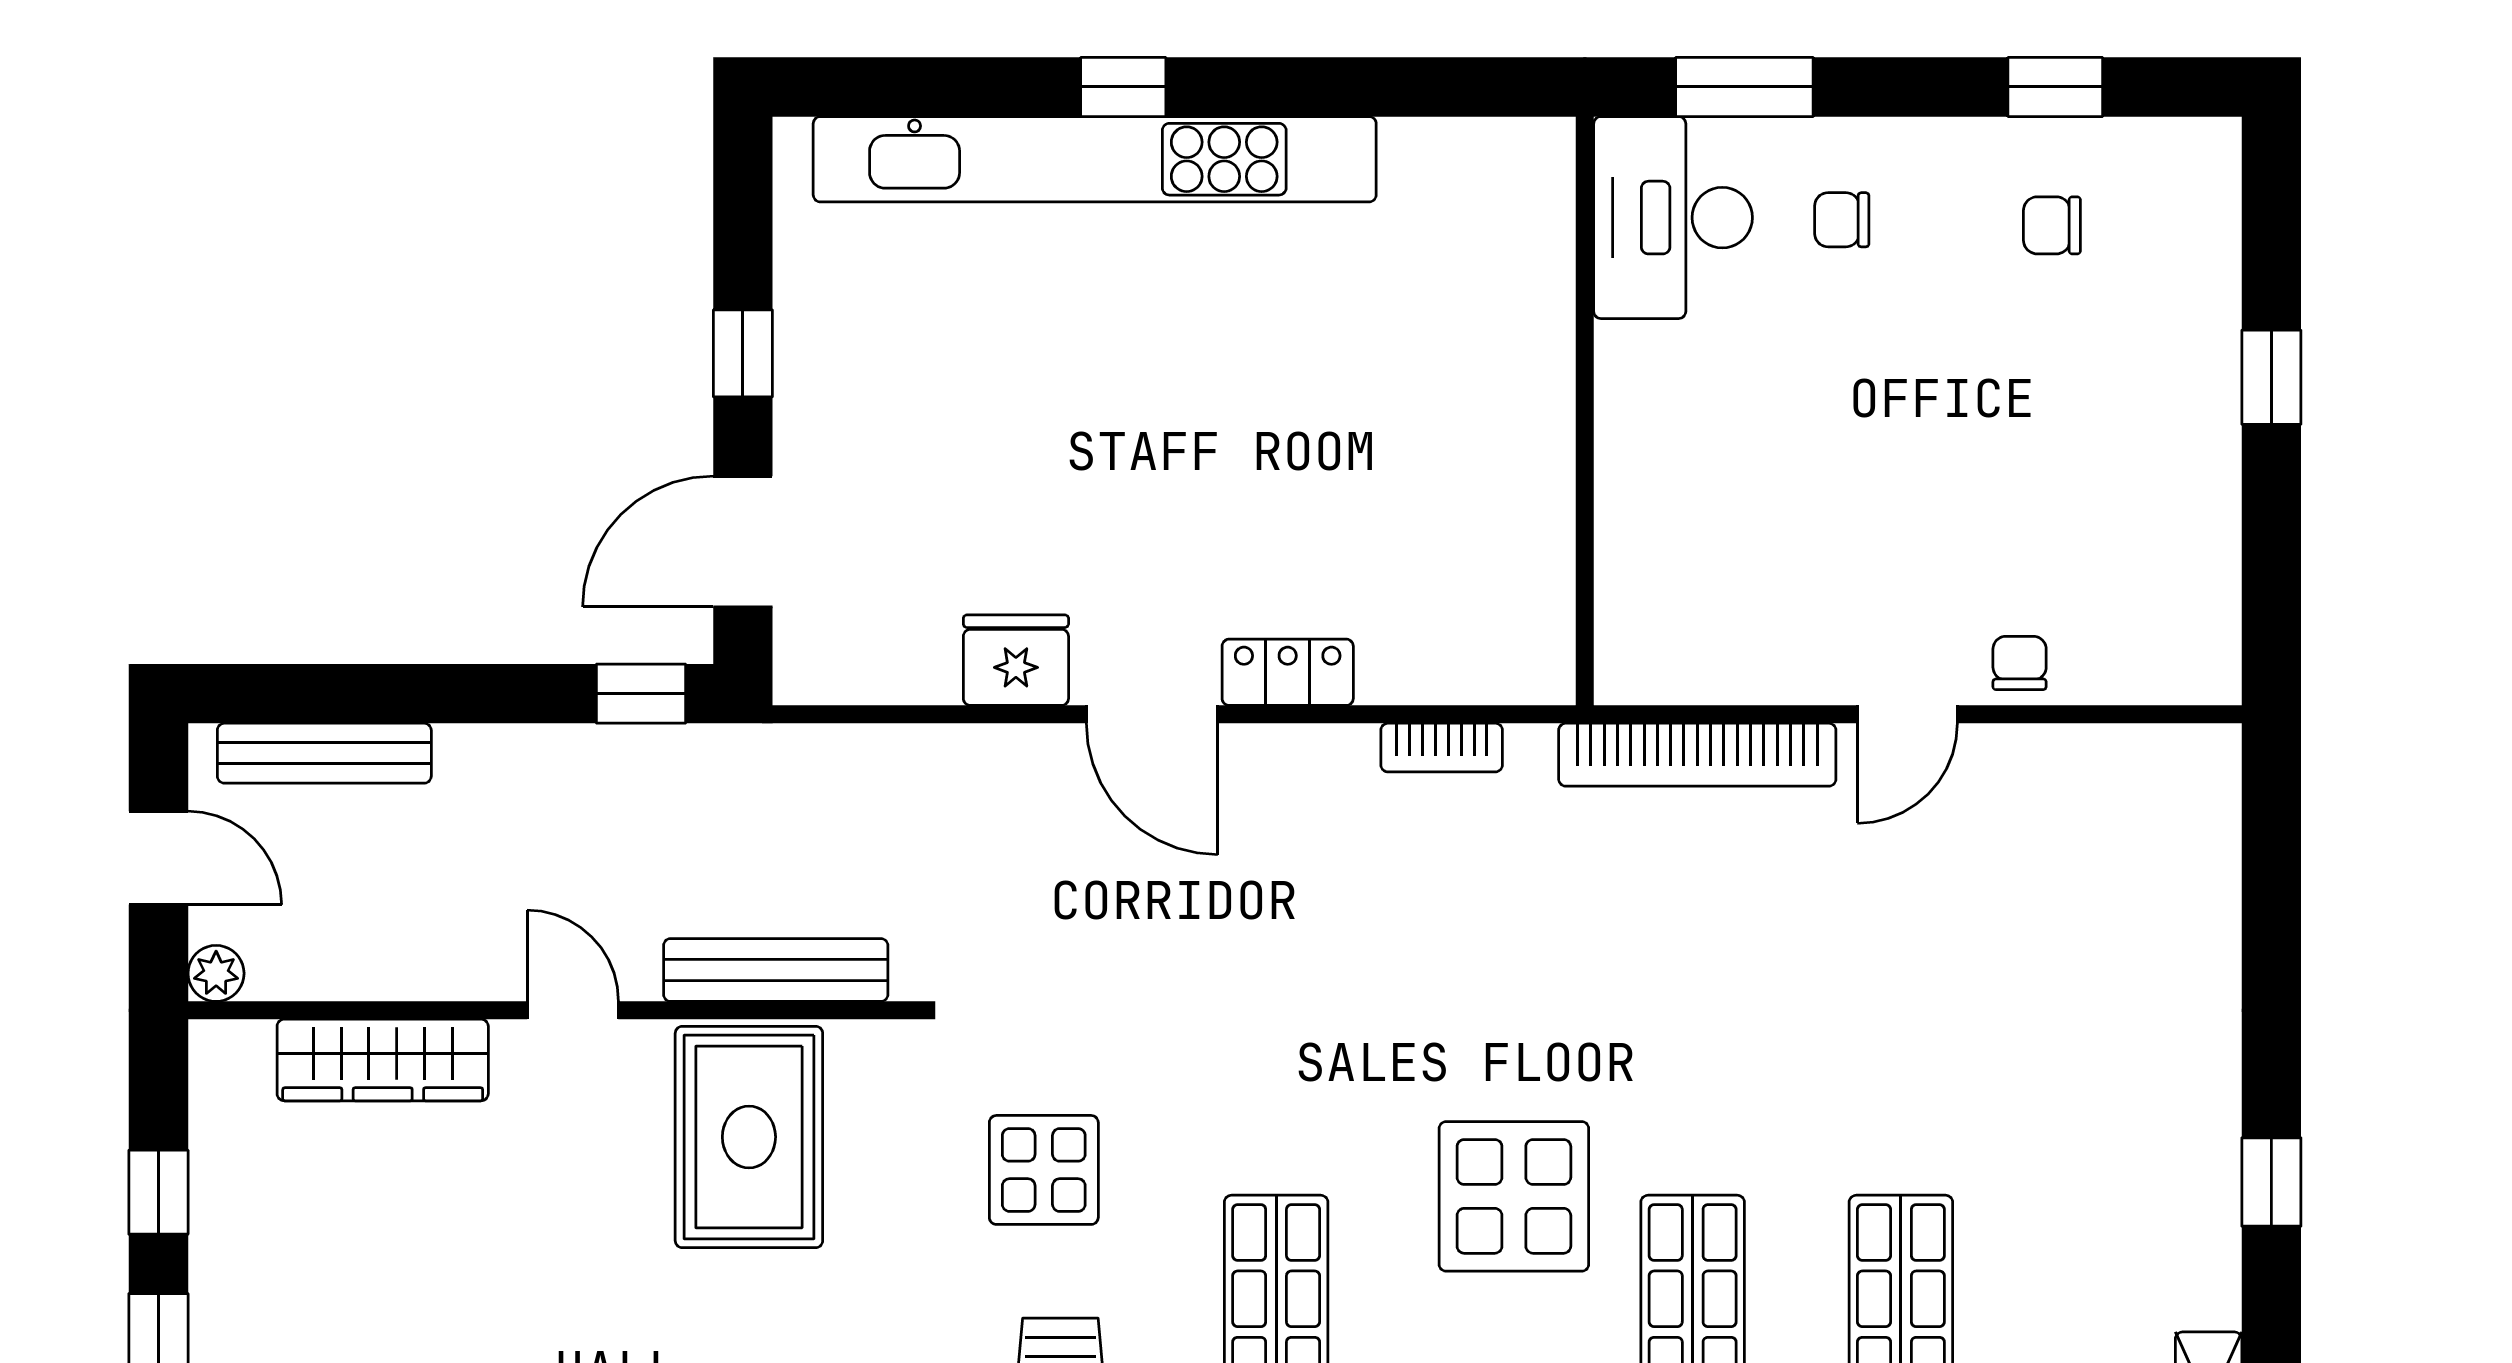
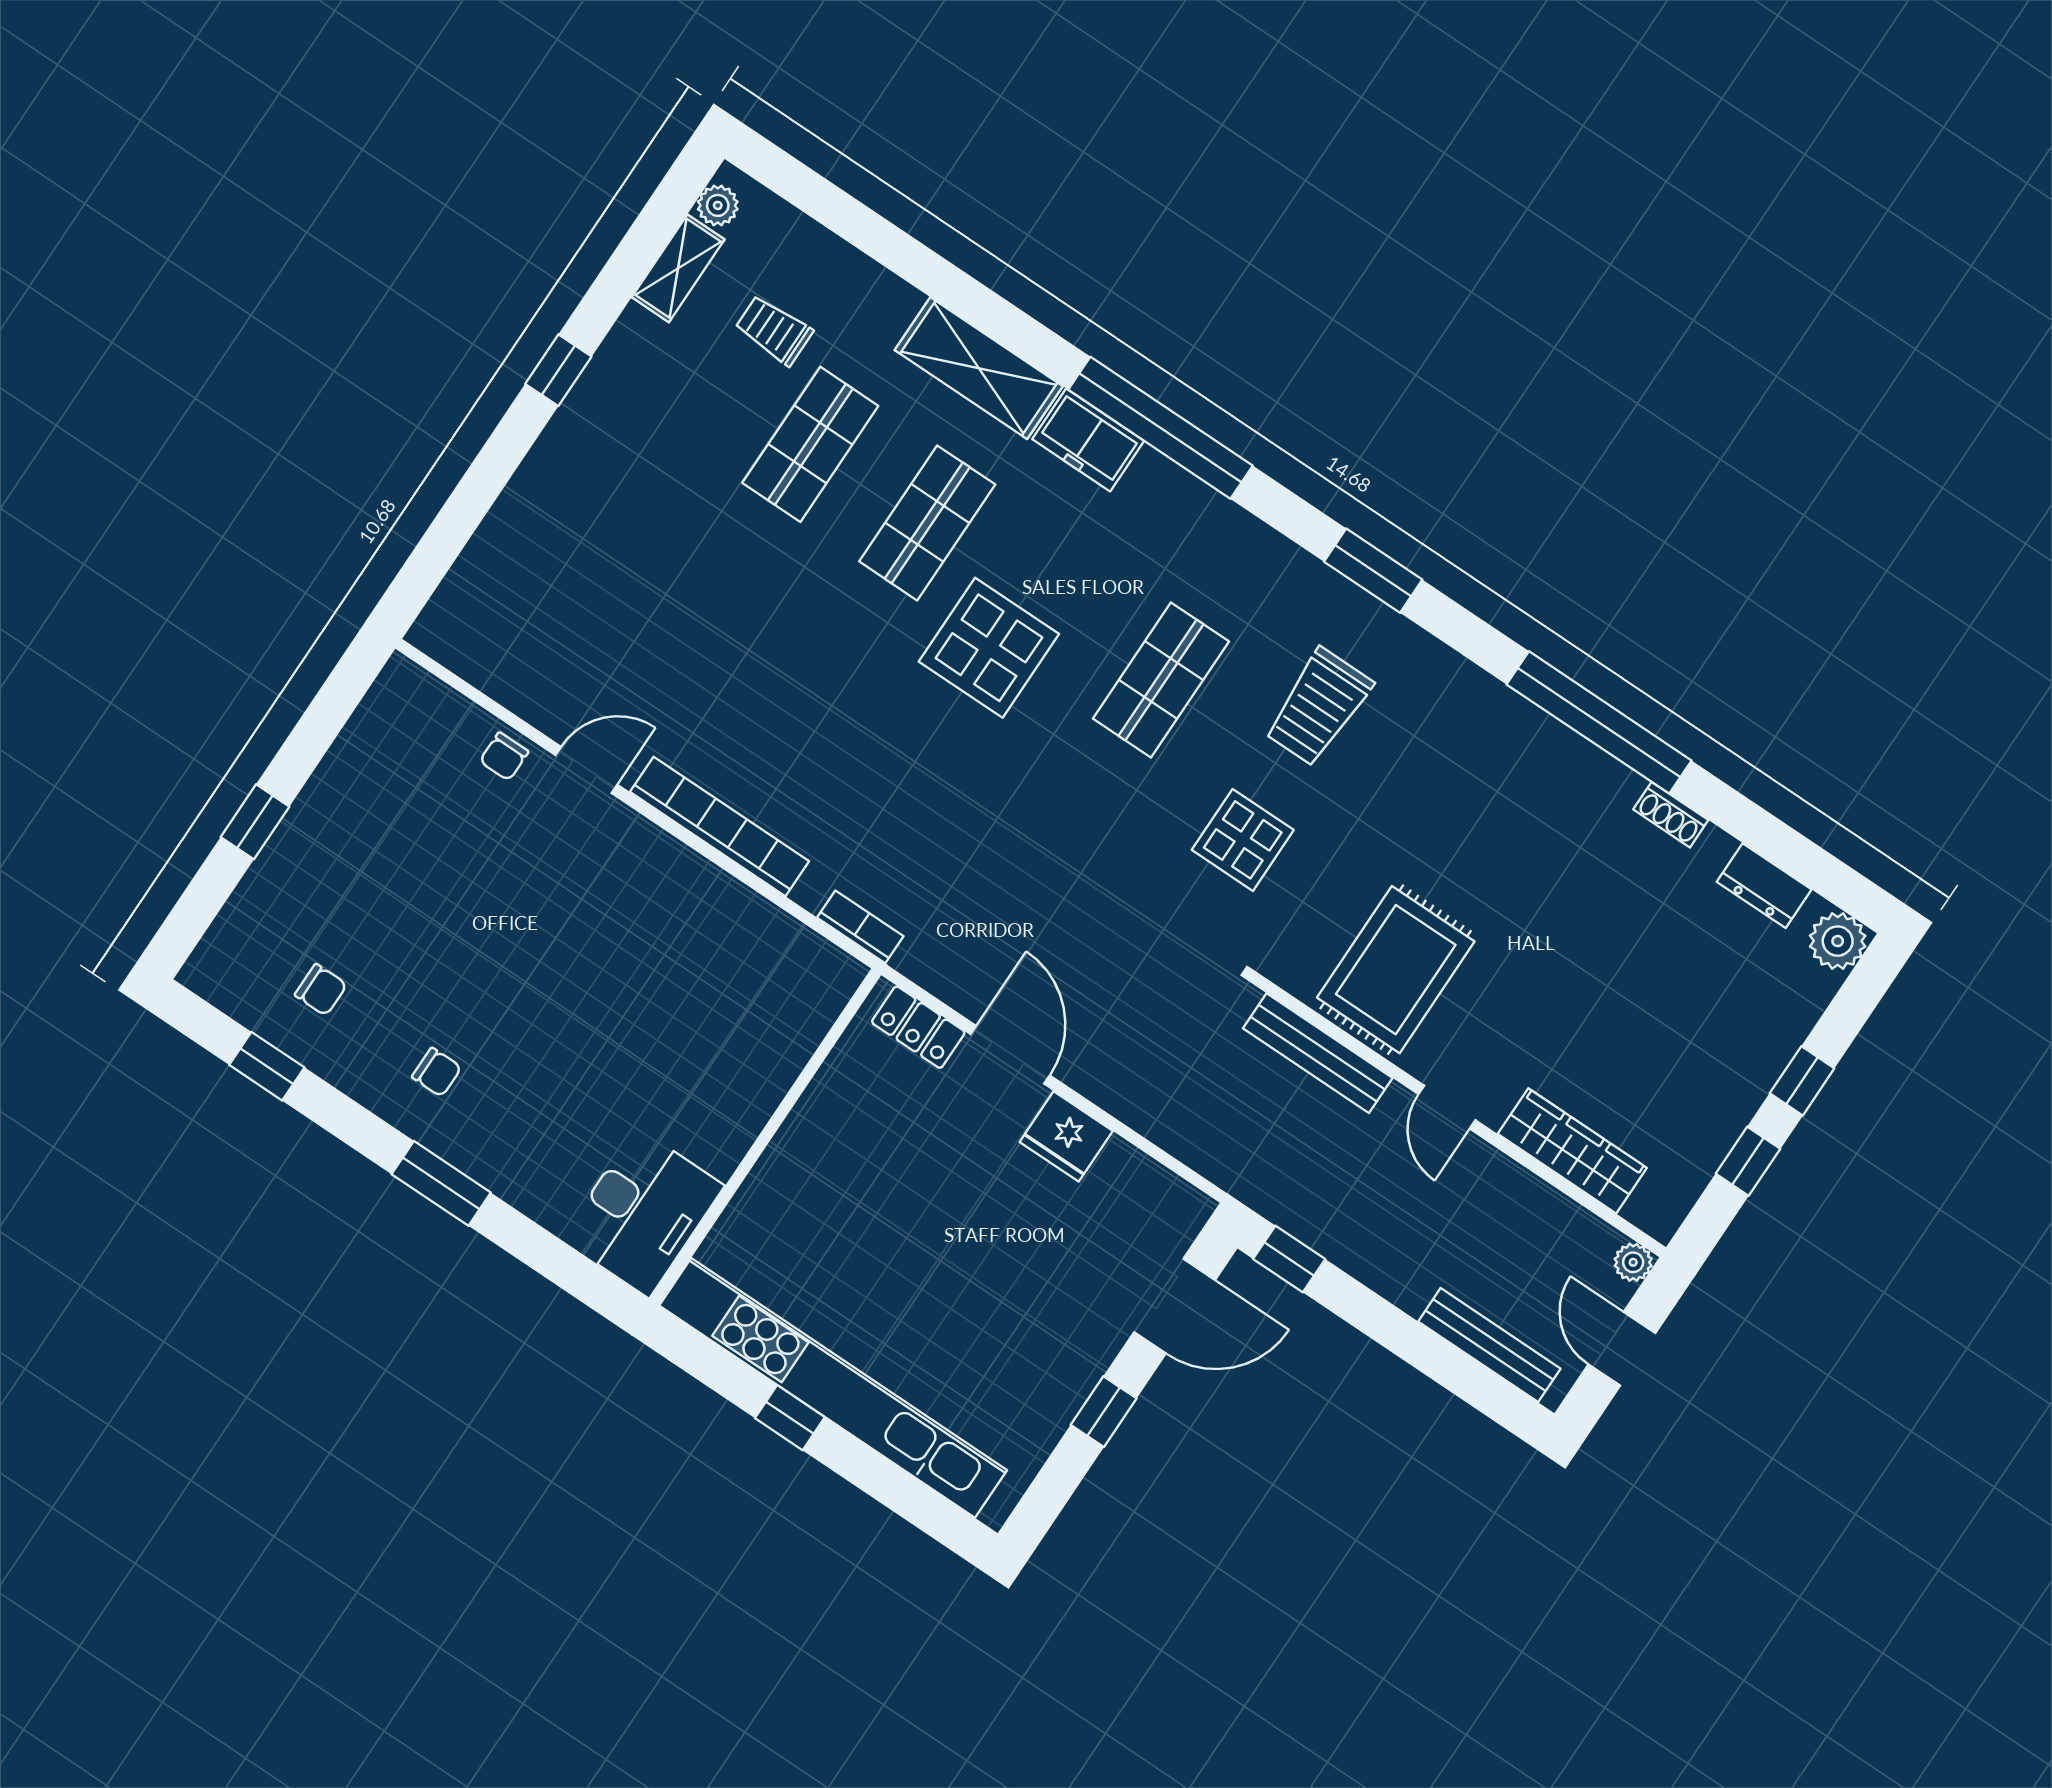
desk: (1673, 218) -> (643, 1212), moved
wall: (1585, 411) -> (765, 1137), moved

